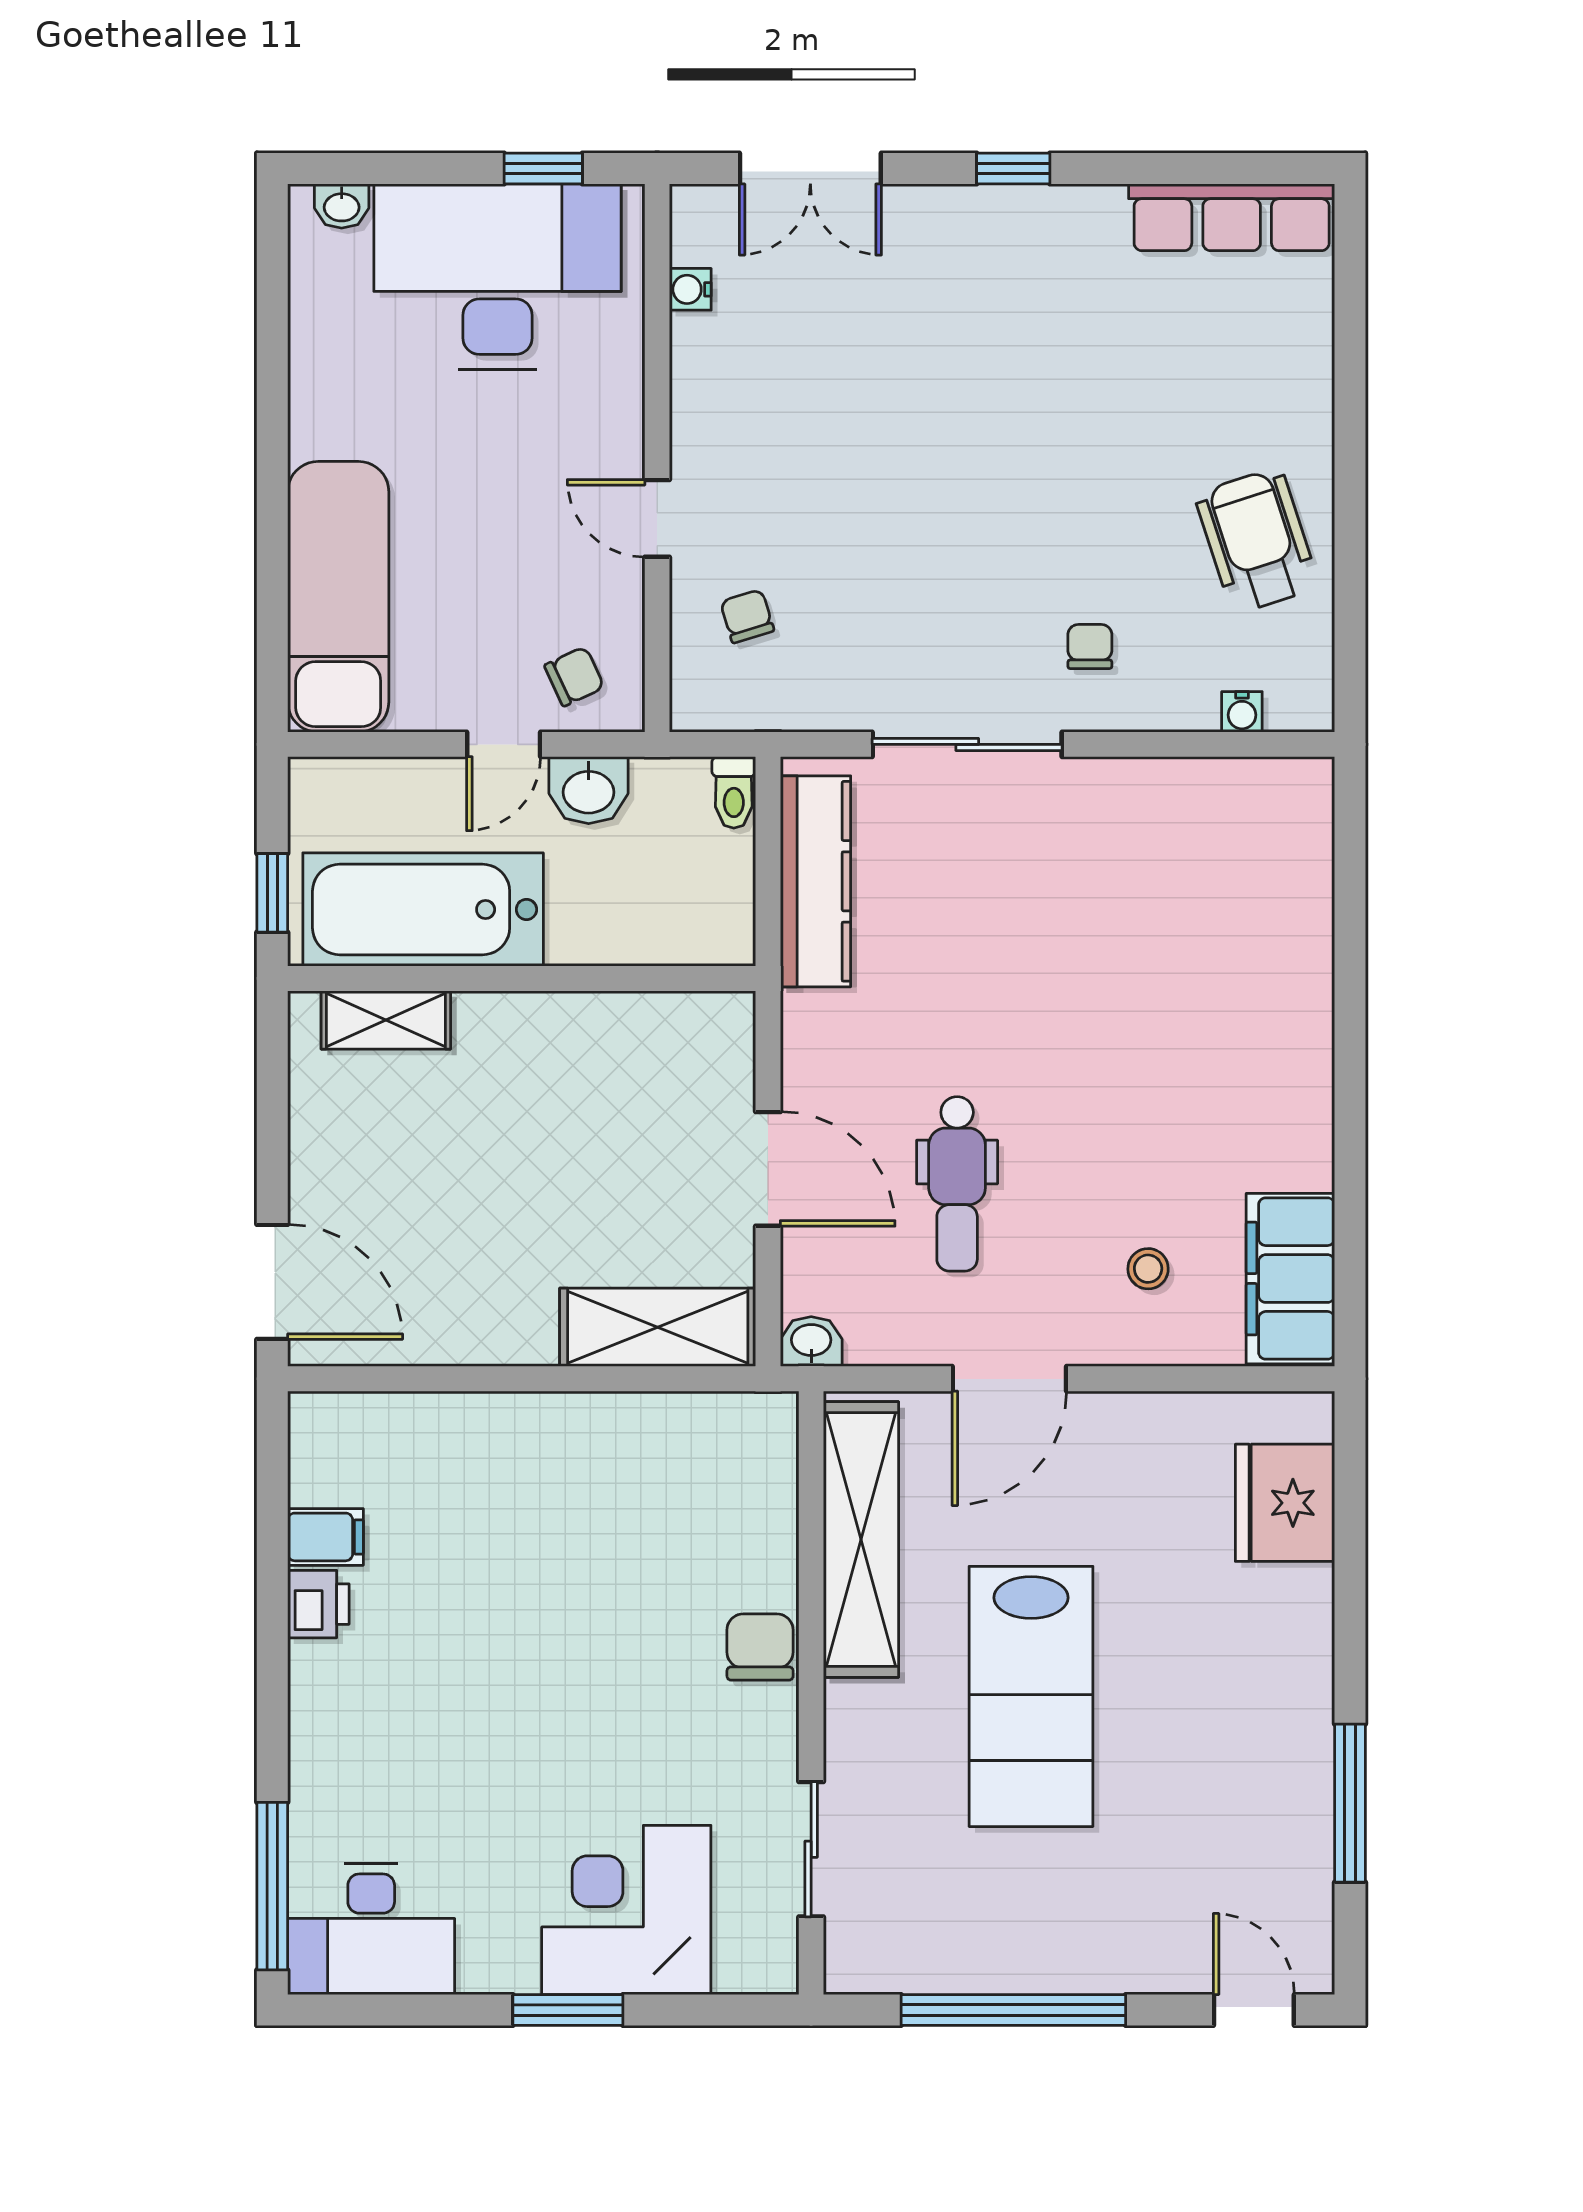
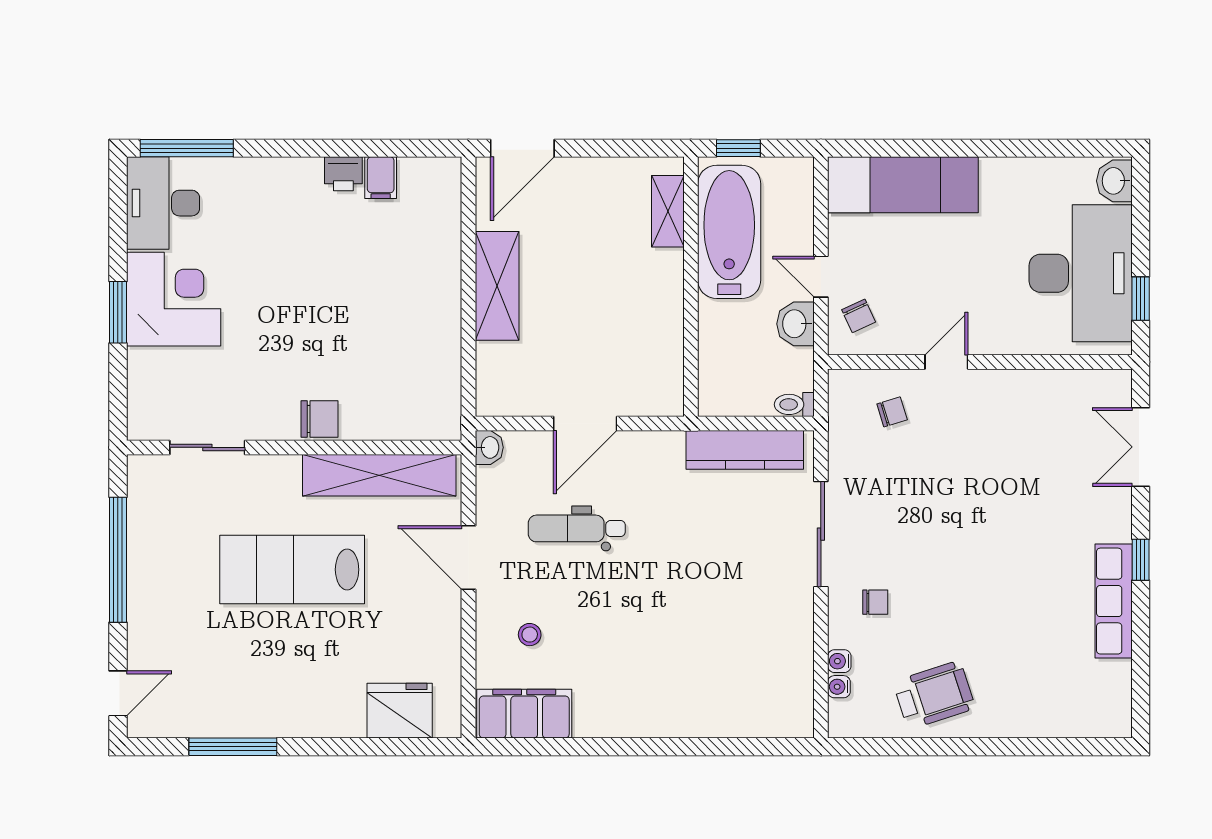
washbasin: (342, 206) -> (1114, 181), width x1.38, depth x1.45
row of seats: (1232, 217) -> (1114, 601), moved
water cooler: (690, 289) -> (839, 661), moved, turned -90
shelving: (658, 1327) -> (497, 286), moved
corner desk: (626, 1910) -> (174, 299), moved

